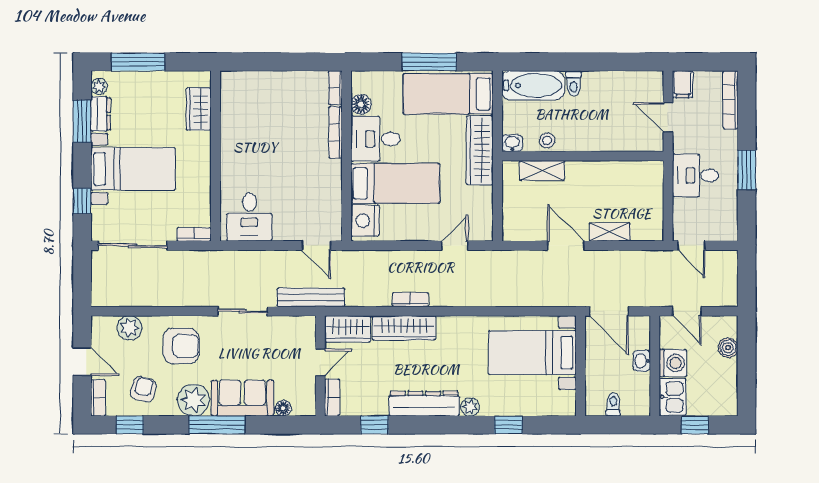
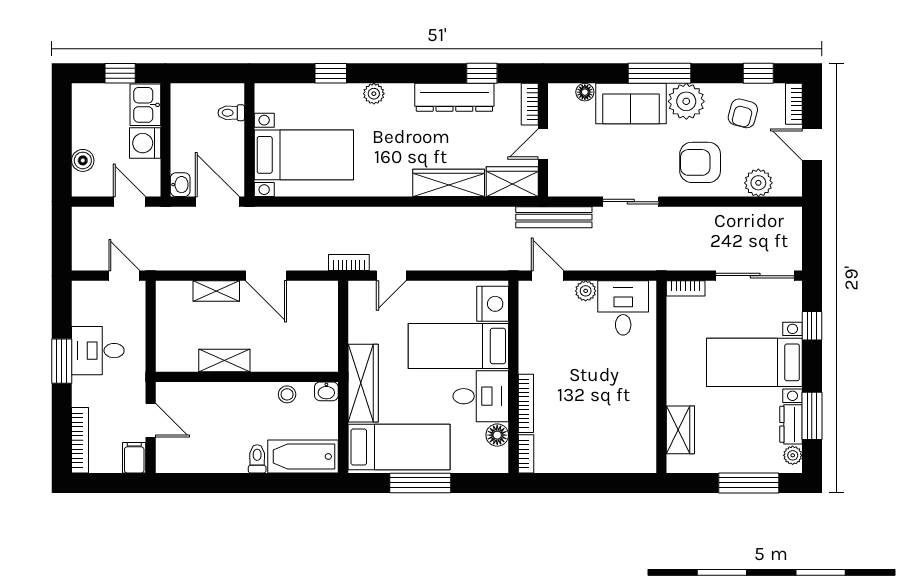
shelving: (542, 170) -> (224, 360), moved
desk: (695, 175) -> (98, 351), moved, turned 180
plant: (283, 232) -> (586, 291), added
bookcase: (410, 300) -> (349, 263), moved, turned 180
washbasin: (642, 361) -> (180, 185), moved
dresser: (424, 404) -> (454, 97), moved
toilet: (613, 404) -> (231, 113), moved, turned 90

